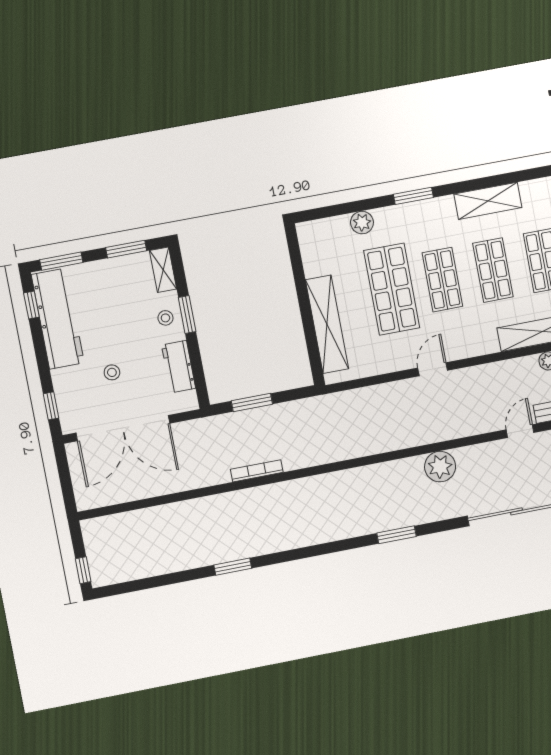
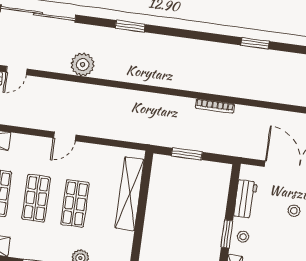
shop shelf: (392, 289) -> (75, 203), width x0.70, depth x0.74
window: (252, 402) -> (187, 154), moved

